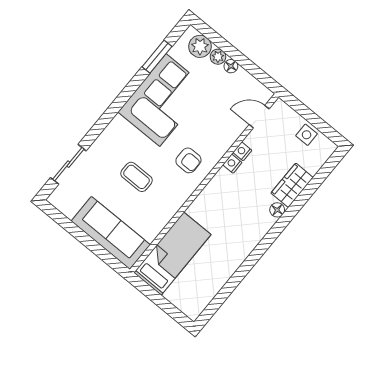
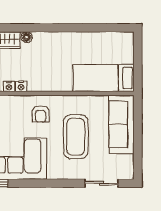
armchair: (188, 160) -> (41, 114), turned 180
coffee table: (136, 177) -> (76, 137), width x1.86, depth x1.72

